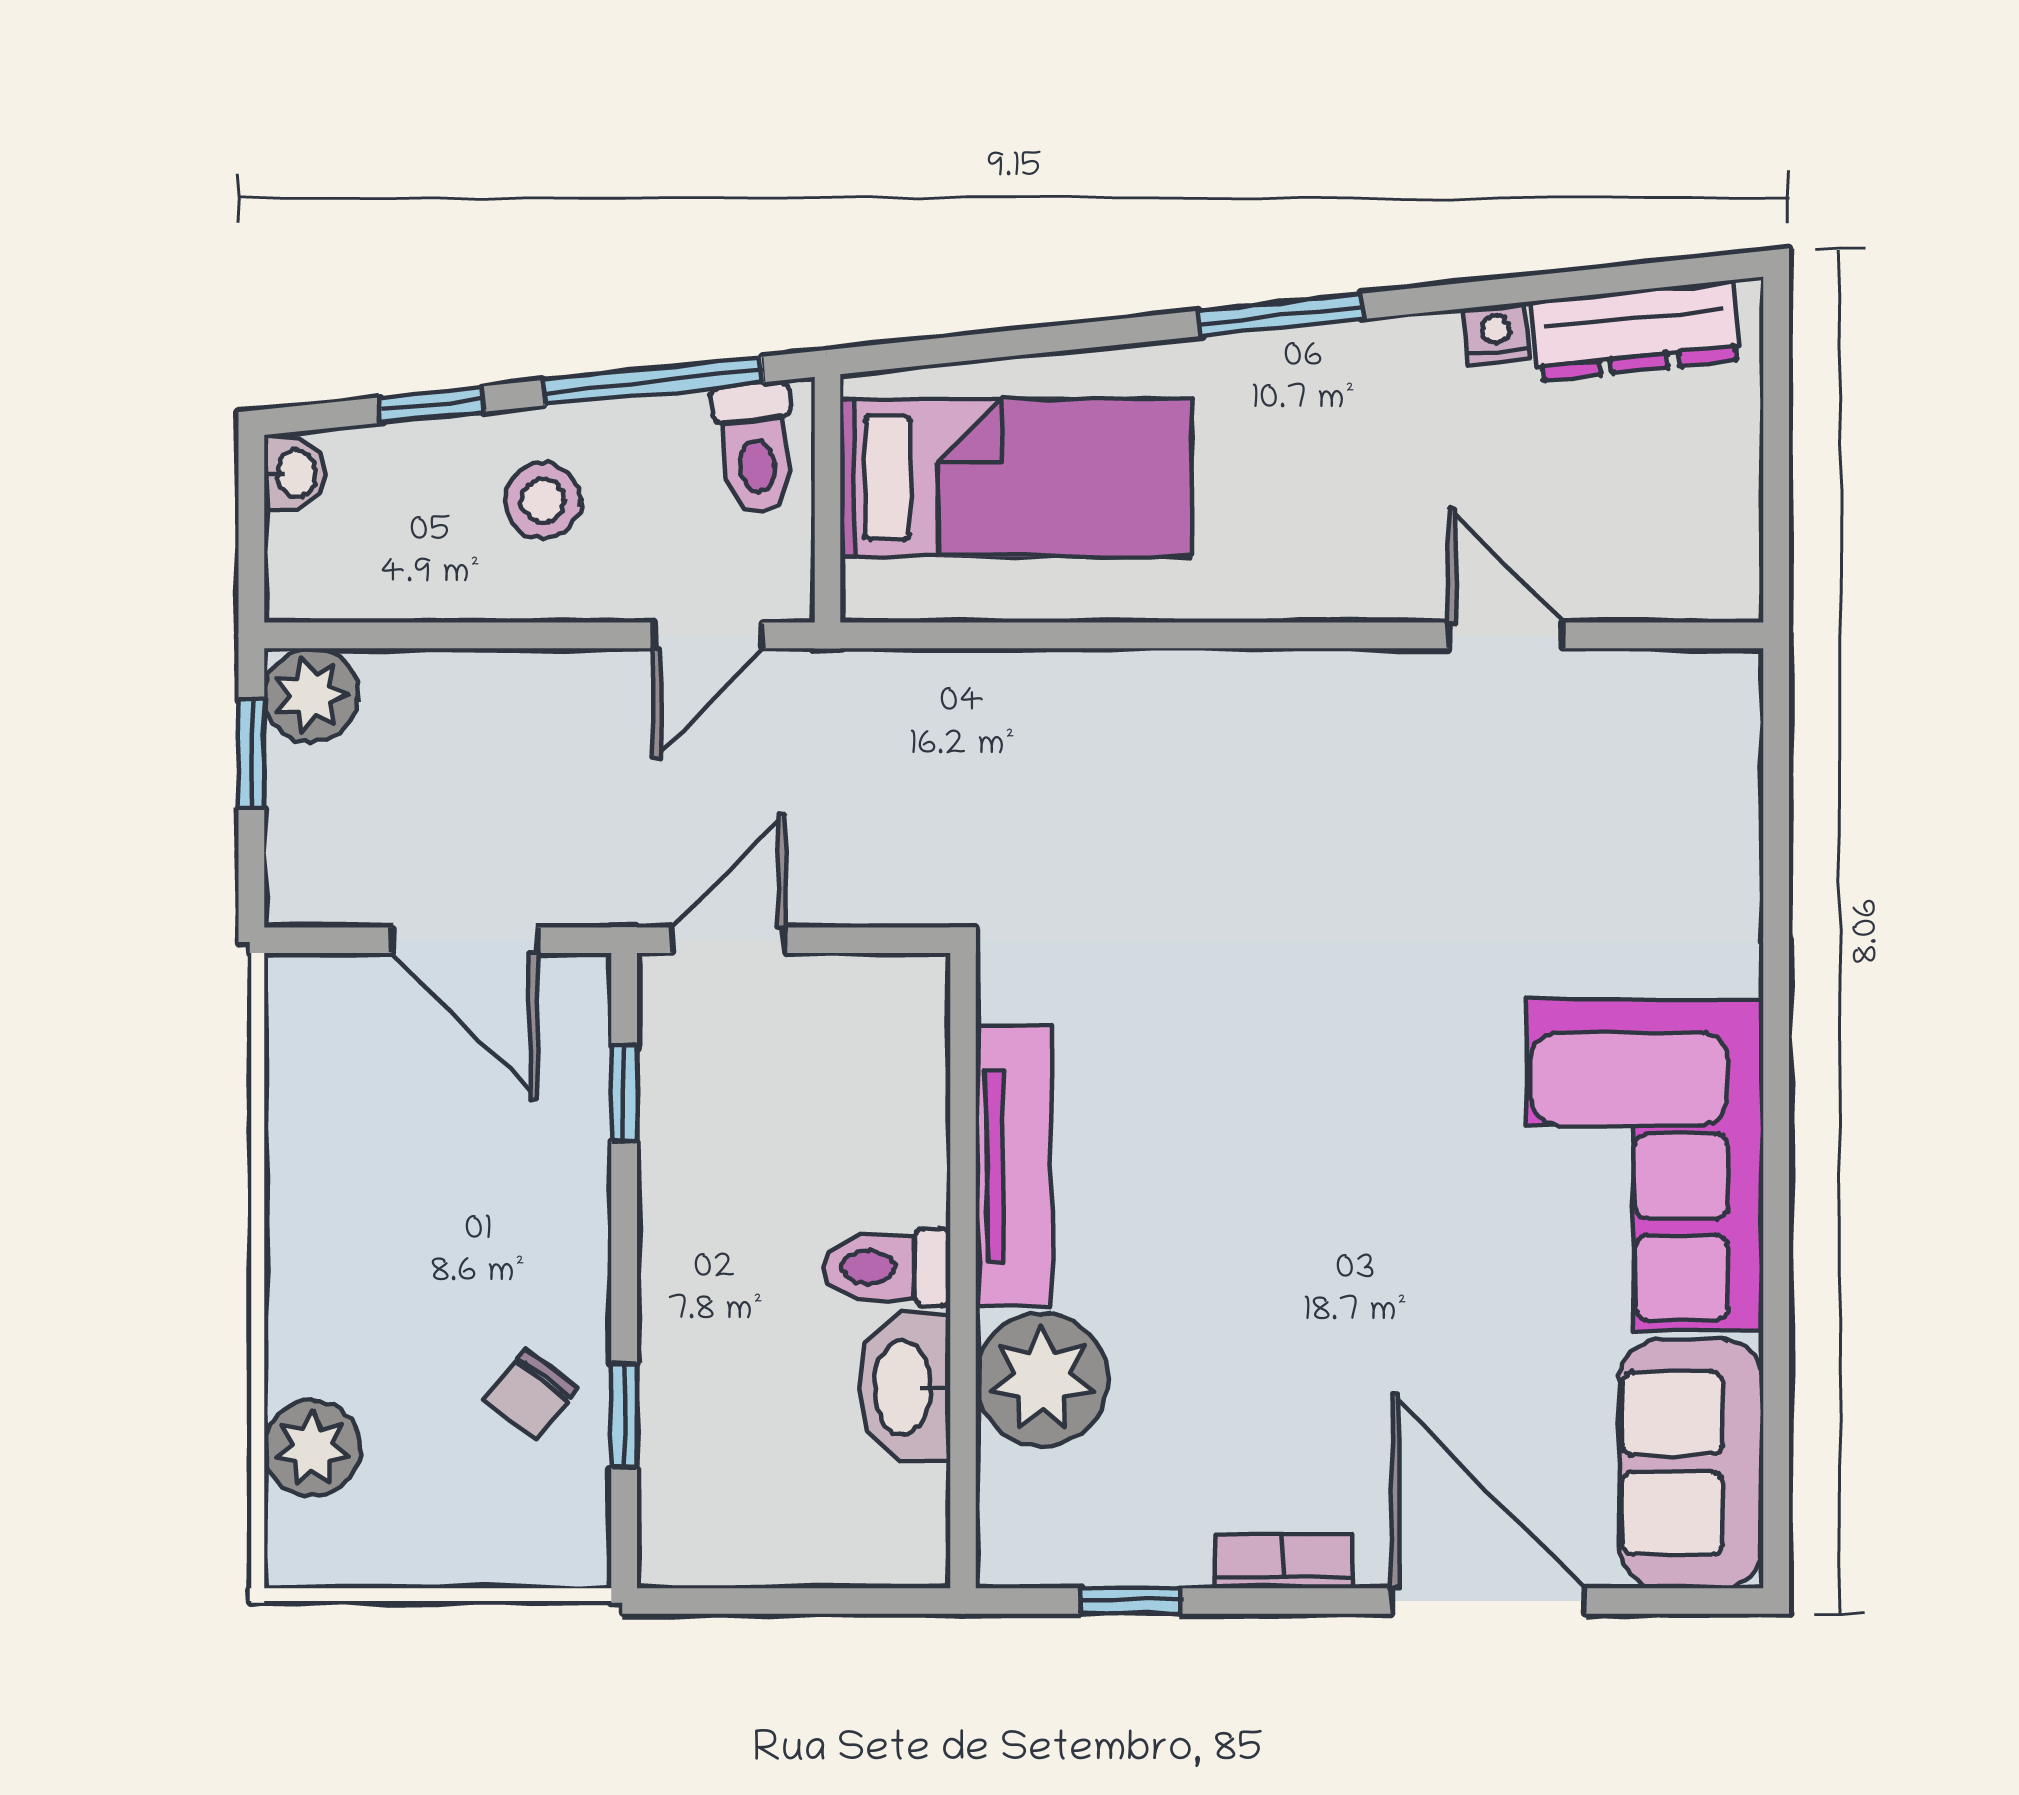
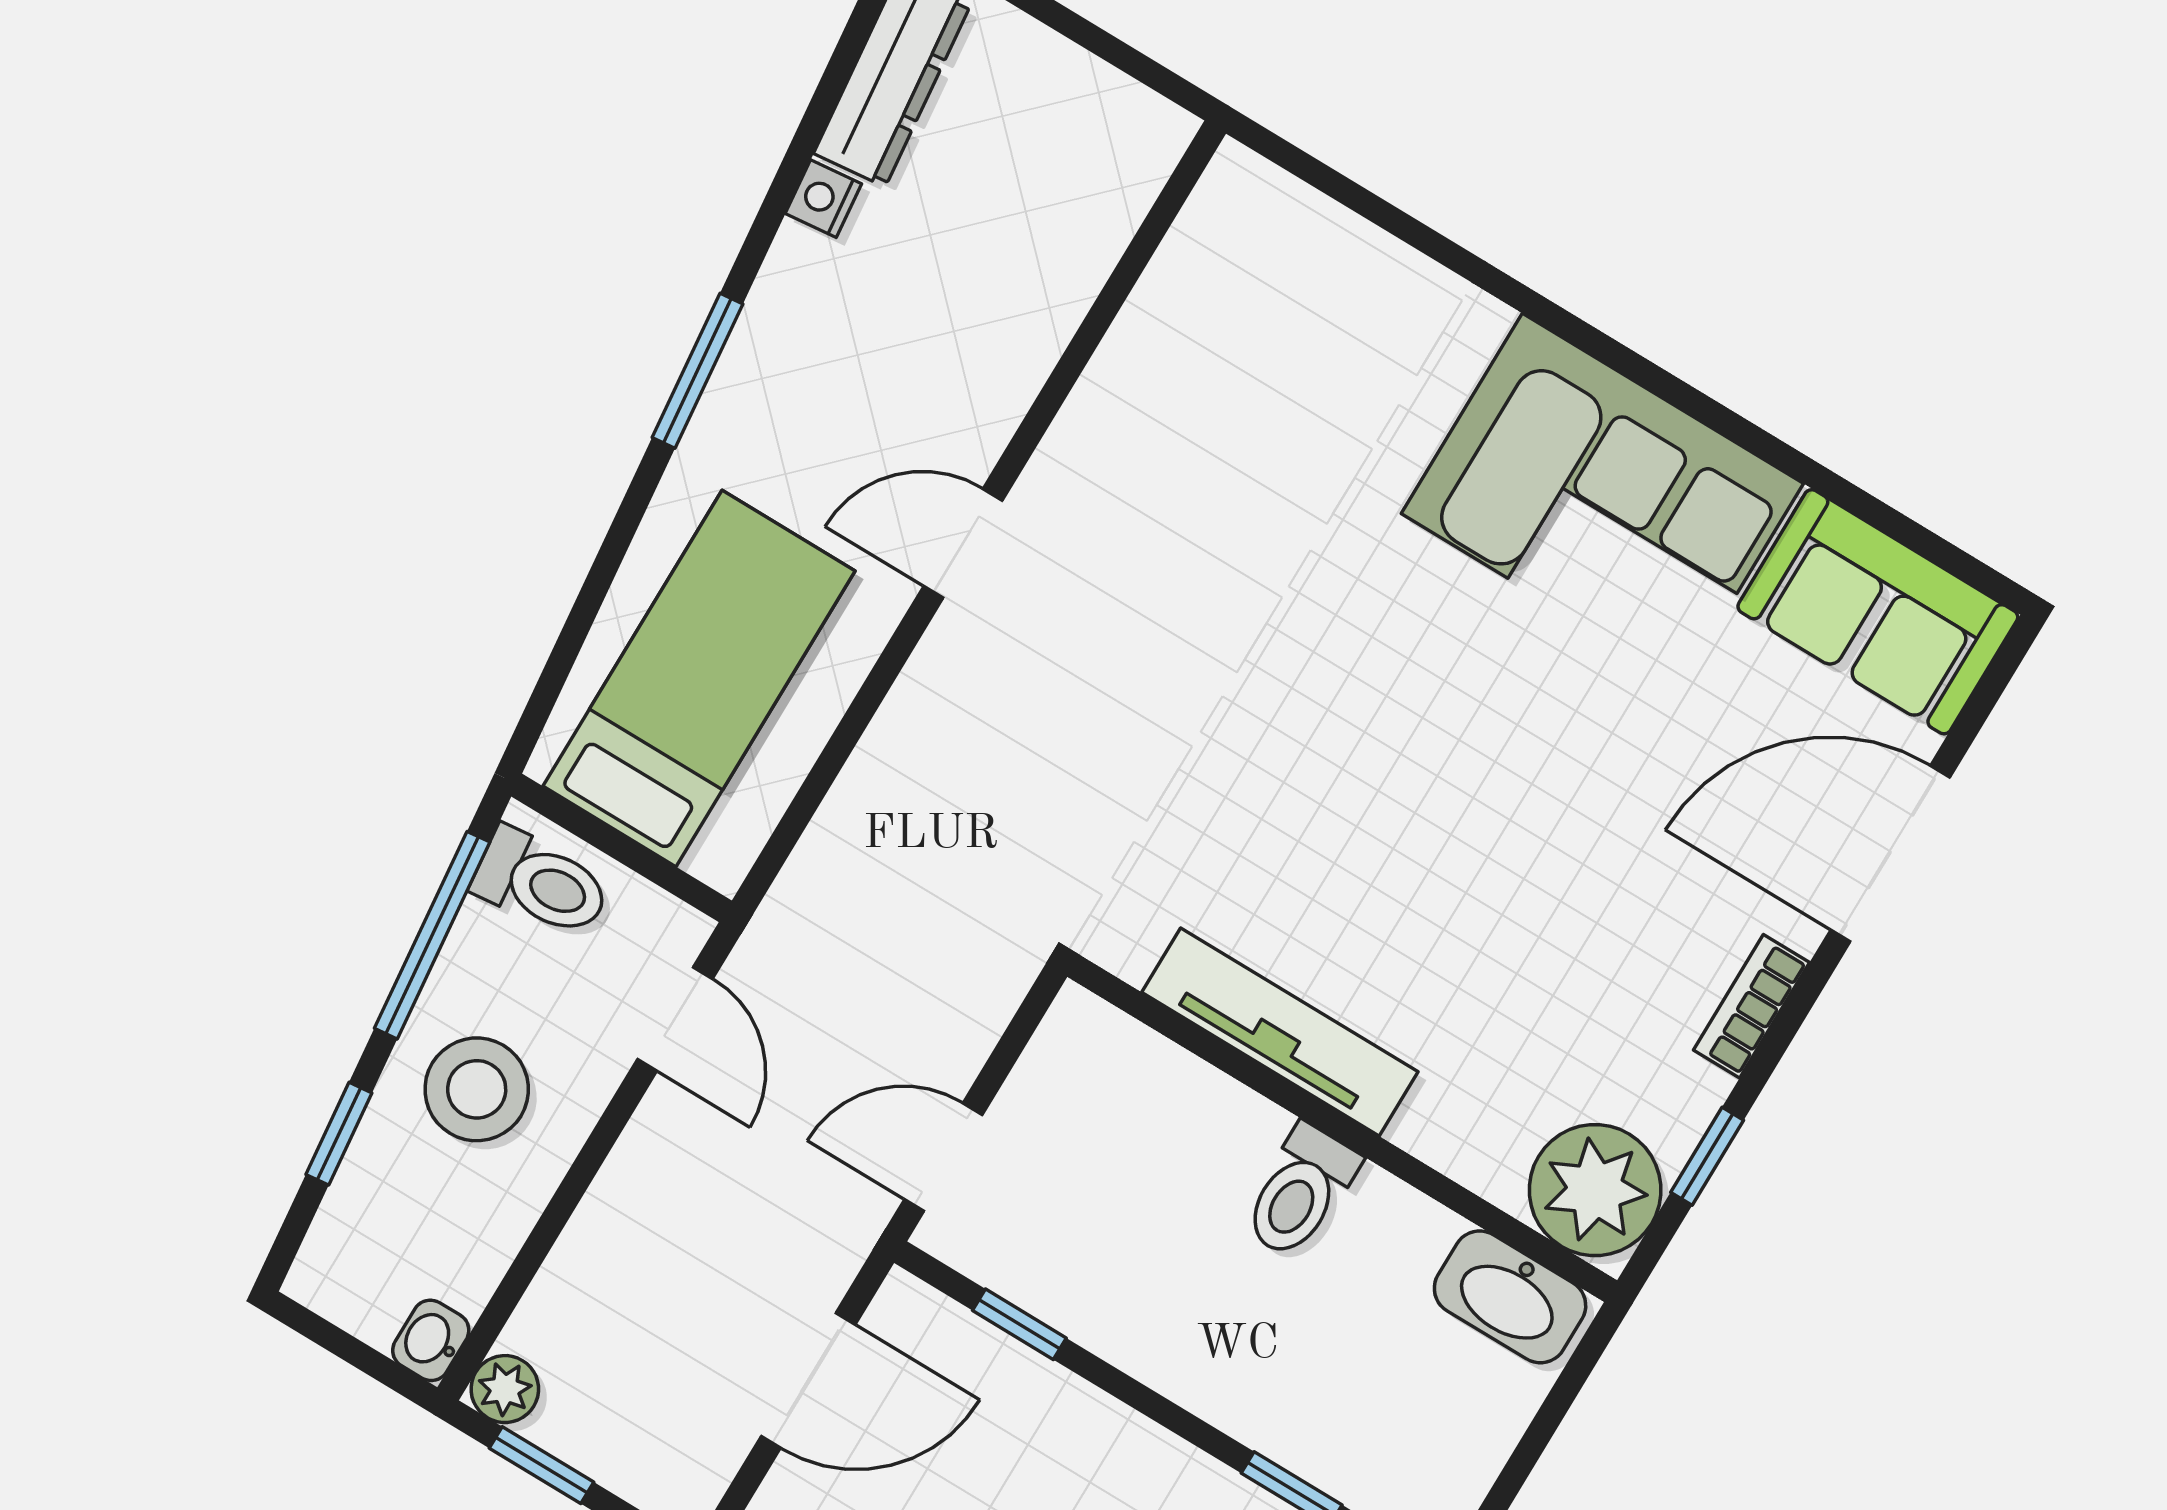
washbasin: (294, 474) -> (431, 1340), moved, turned -90
stool: (543, 501) -> (477, 1089), width x1.38, depth x1.38
door: (1506, 635) -> (963, 543), moved
plant: (311, 695) -> (505, 1389), width x0.73, depth x0.73
door: (729, 940) -> (943, 1157), hinge flipped
plant: (1042, 1380) -> (1595, 1190), moved
washbasin: (905, 1387) -> (1510, 1297), moved

